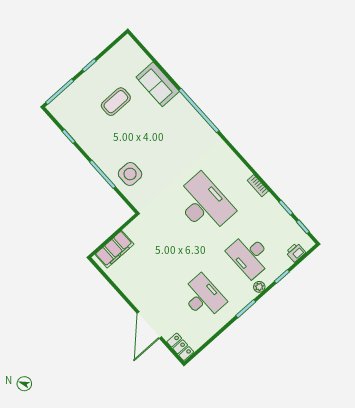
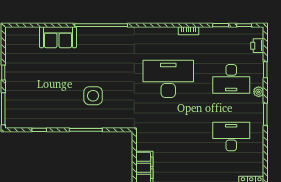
coffee table: (116, 102) -> (44, 76), removed
side table: (130, 174) -> (93, 96), moved

